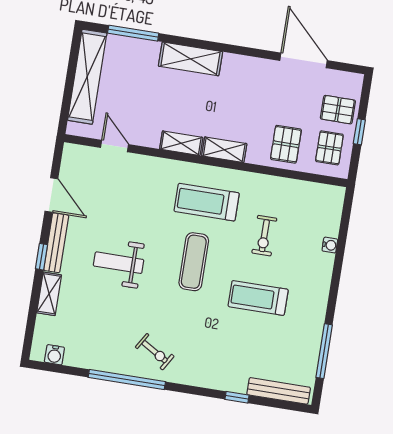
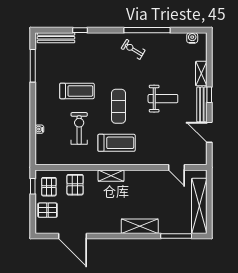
window: (359, 132) -> (33, 186), moved
shelving: (181, 143) -> (137, 175), removed
exercise bike: (264, 236) -> (79, 128), width x1.38, depth x1.39

